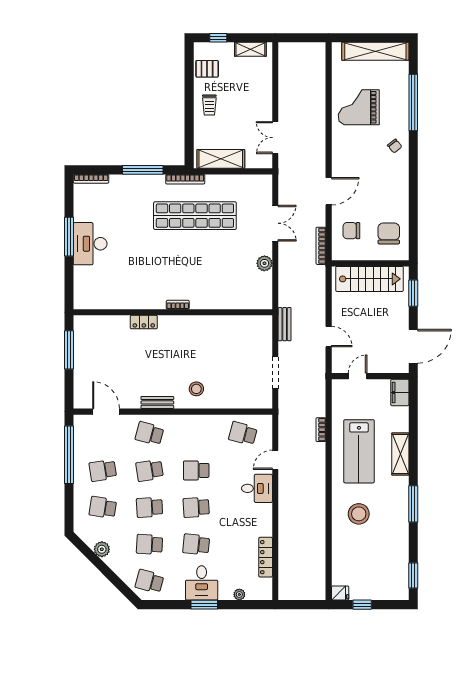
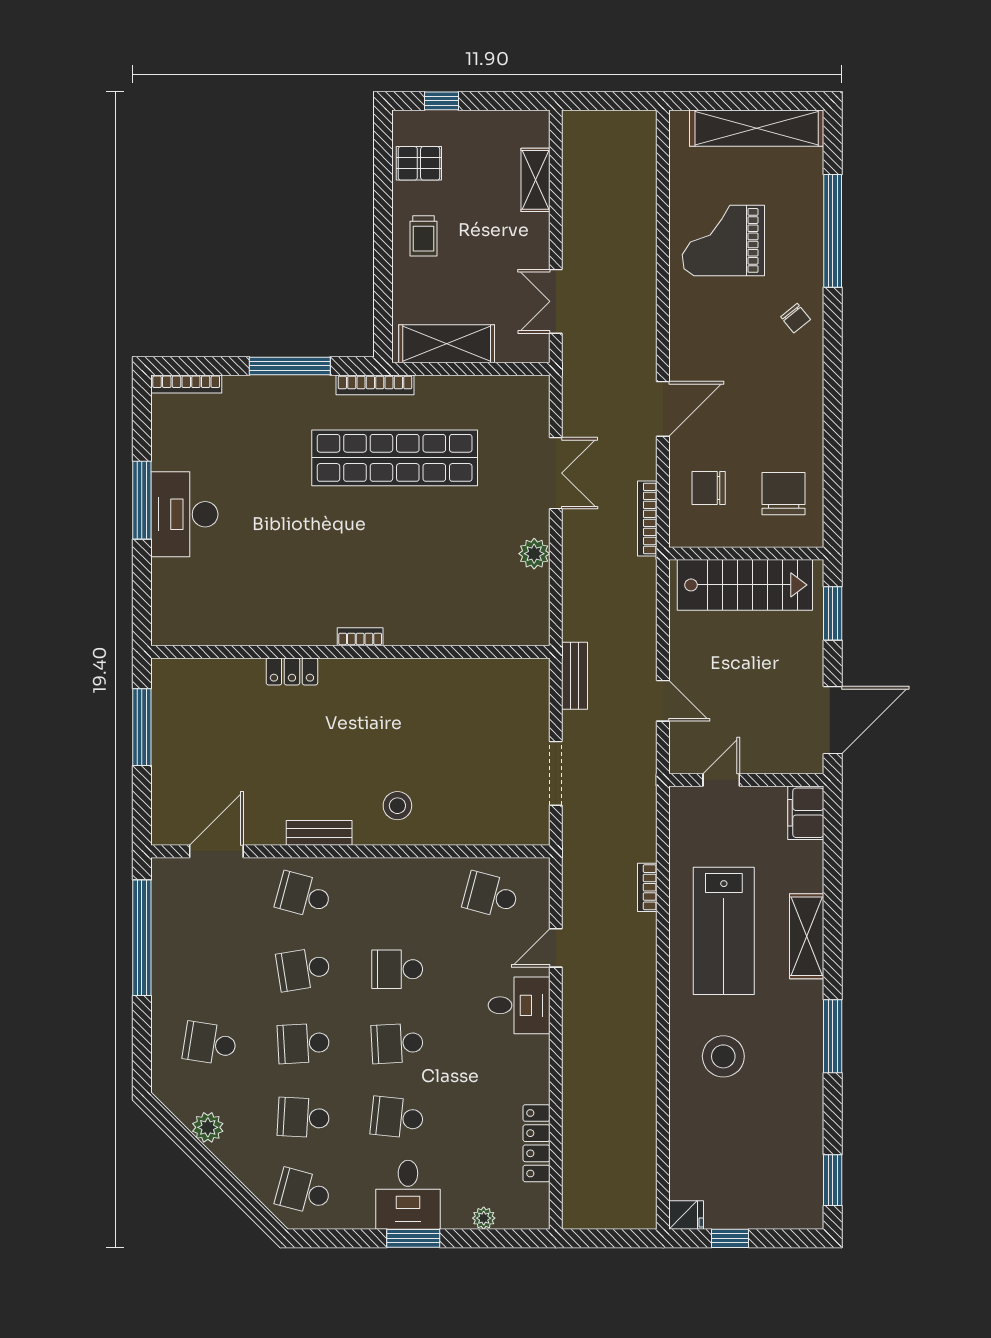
shelving: (250, 49) -> (535, 180), moved, turned 90
door: (106, 412) -> (216, 851), hinge flipped
school desk: (103, 470) -> (210, 969), removed

